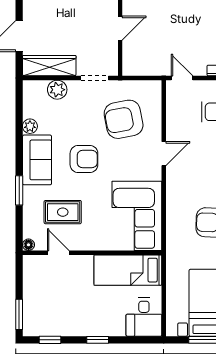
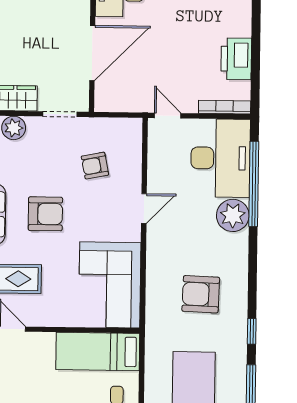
door: (120, 28) -> (92, 53), width x1.87
armchair: (124, 119) -> (95, 166), width x0.53, depth x0.53

